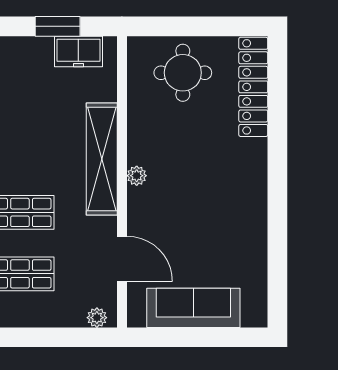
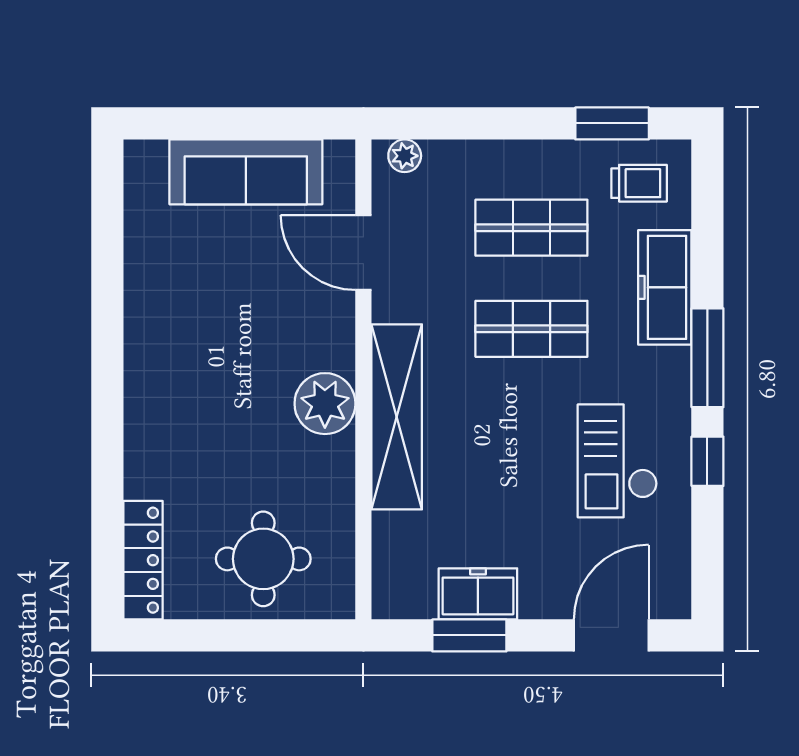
freezer: (78, 52) -> (478, 594), moved
locker: (253, 87) -> (143, 560), width x0.71, depth x0.83
plant: (137, 176) -> (325, 404), width x1.87, depth x1.87

